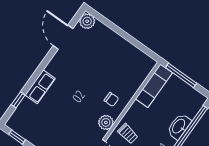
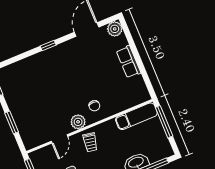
row of seats: (40, 87) -> (129, 62), moved, turned 90
window: (18, 100) -> (48, 45), moved

